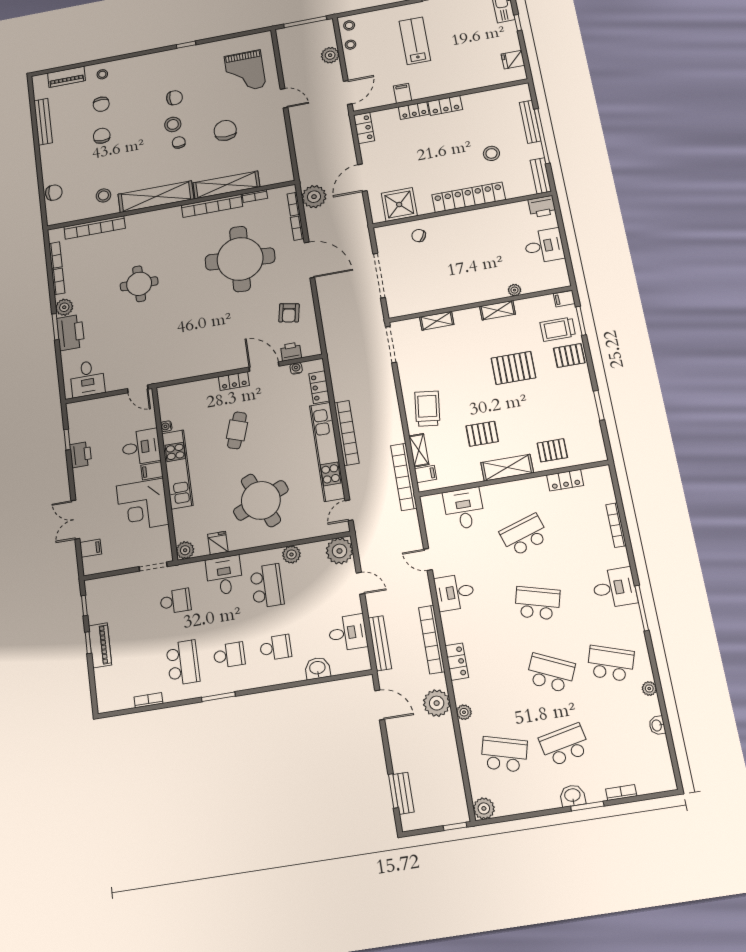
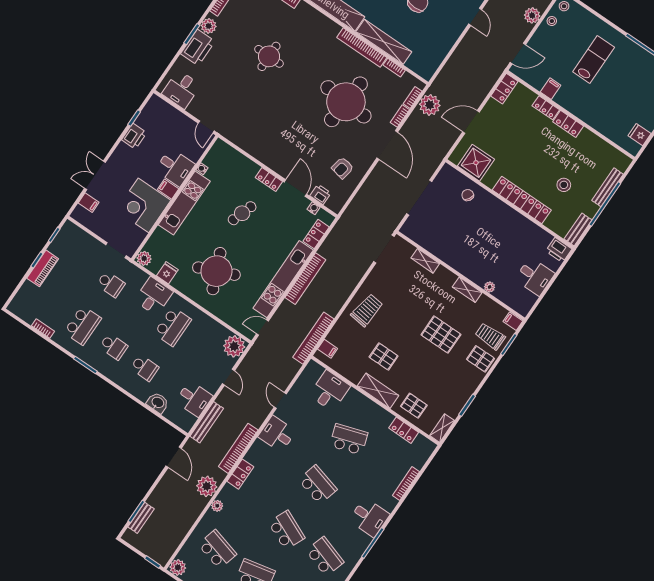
shelving: (419, 450) -> (442, 428), moved
plant: (291, 554) -> (204, 322), removed

